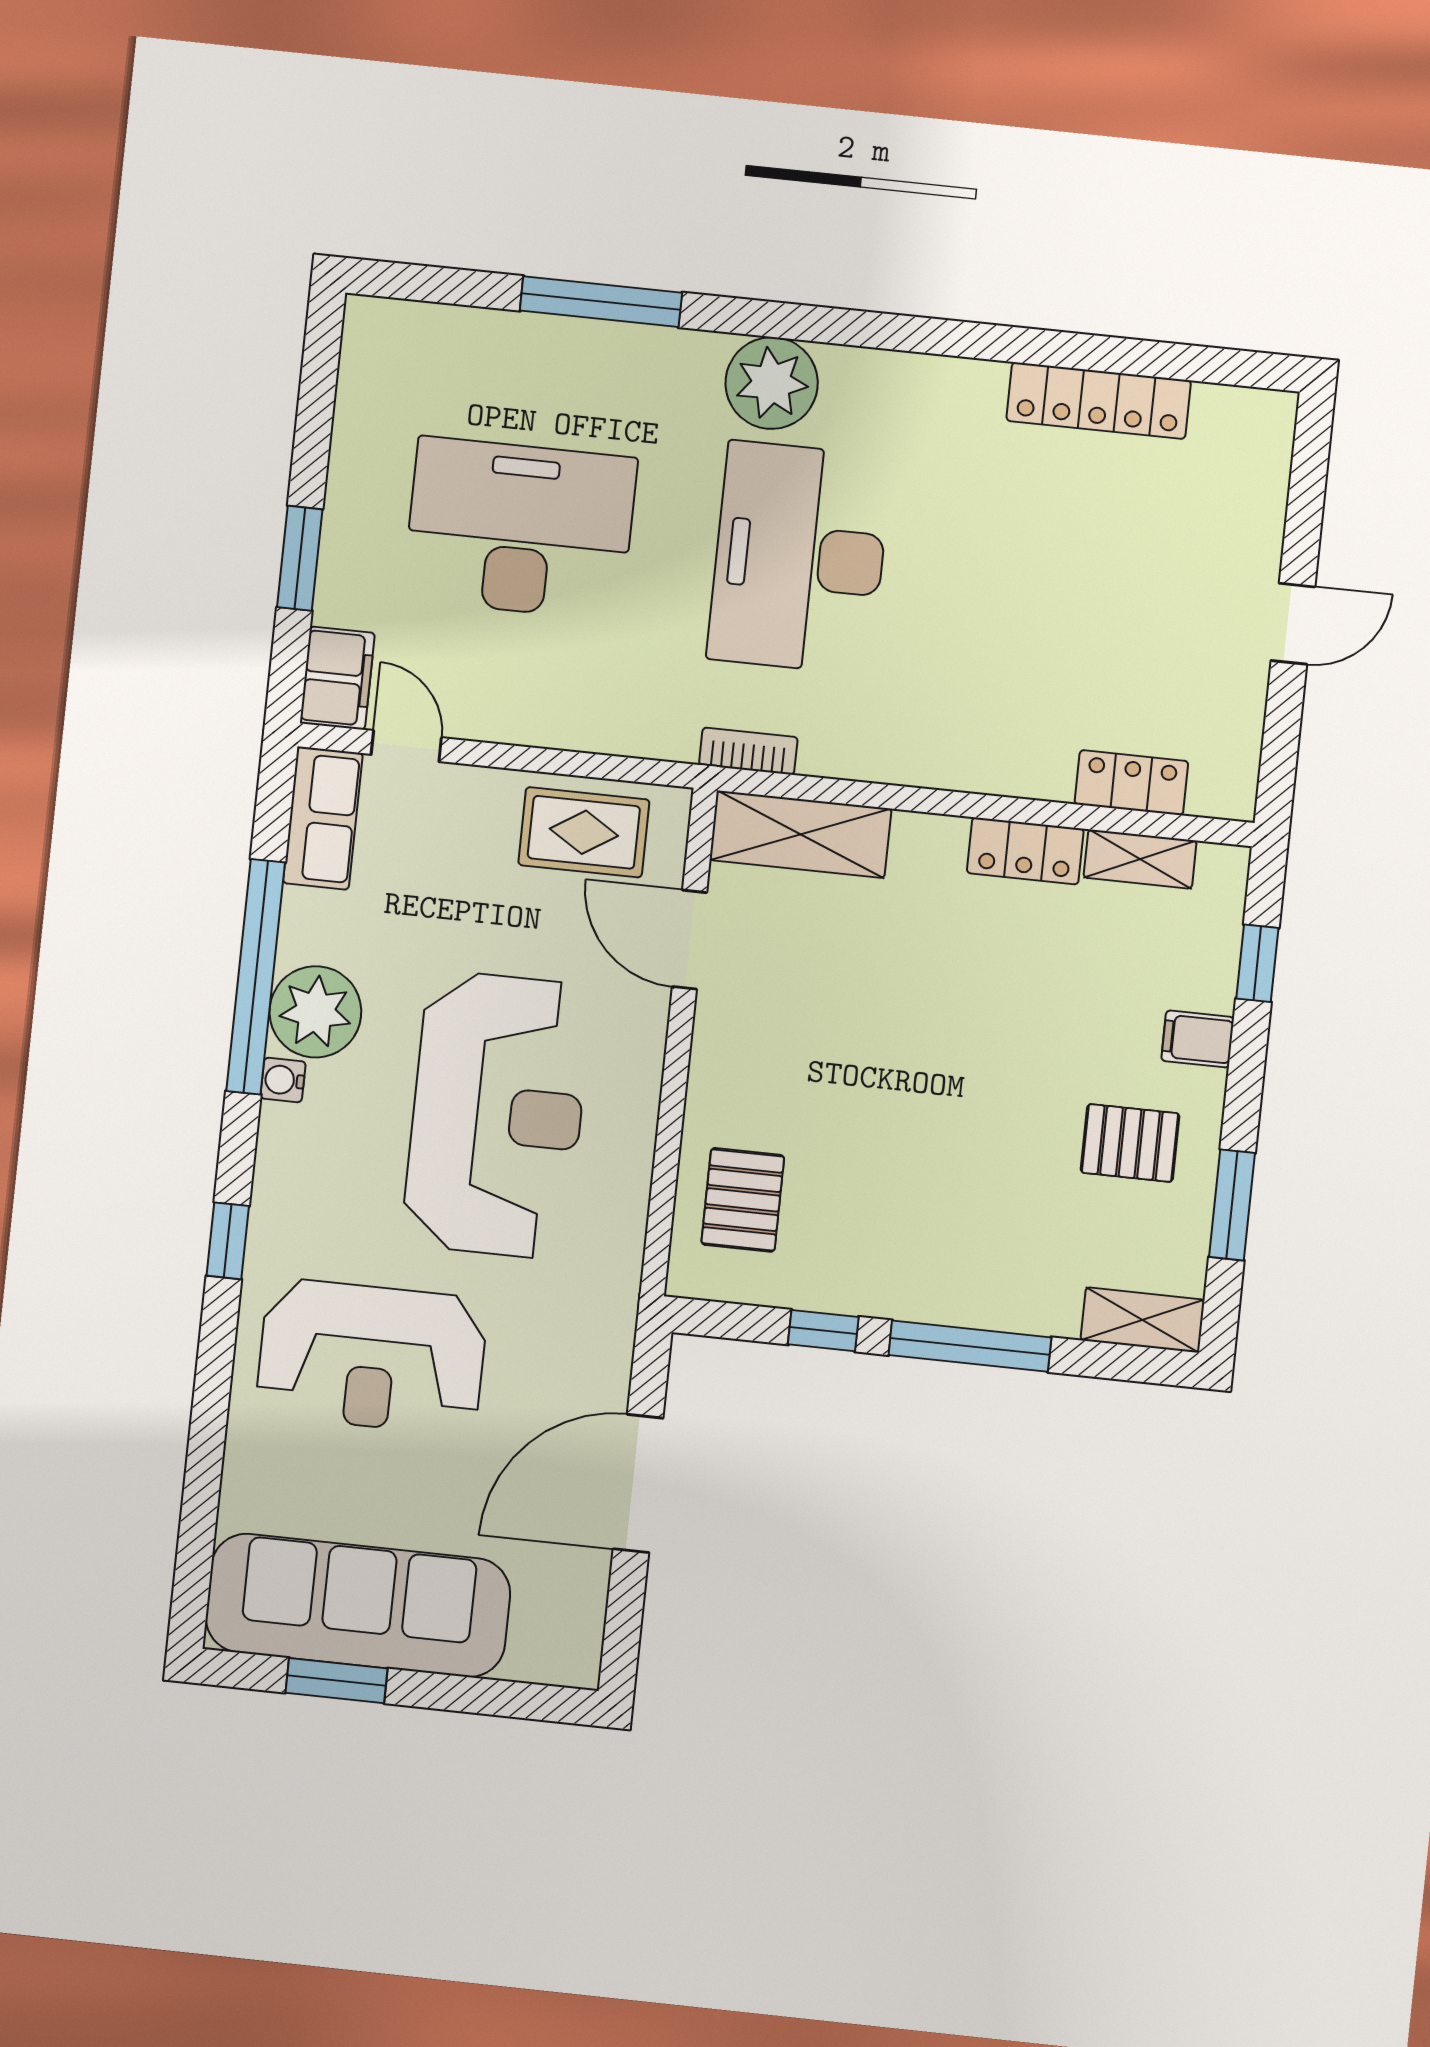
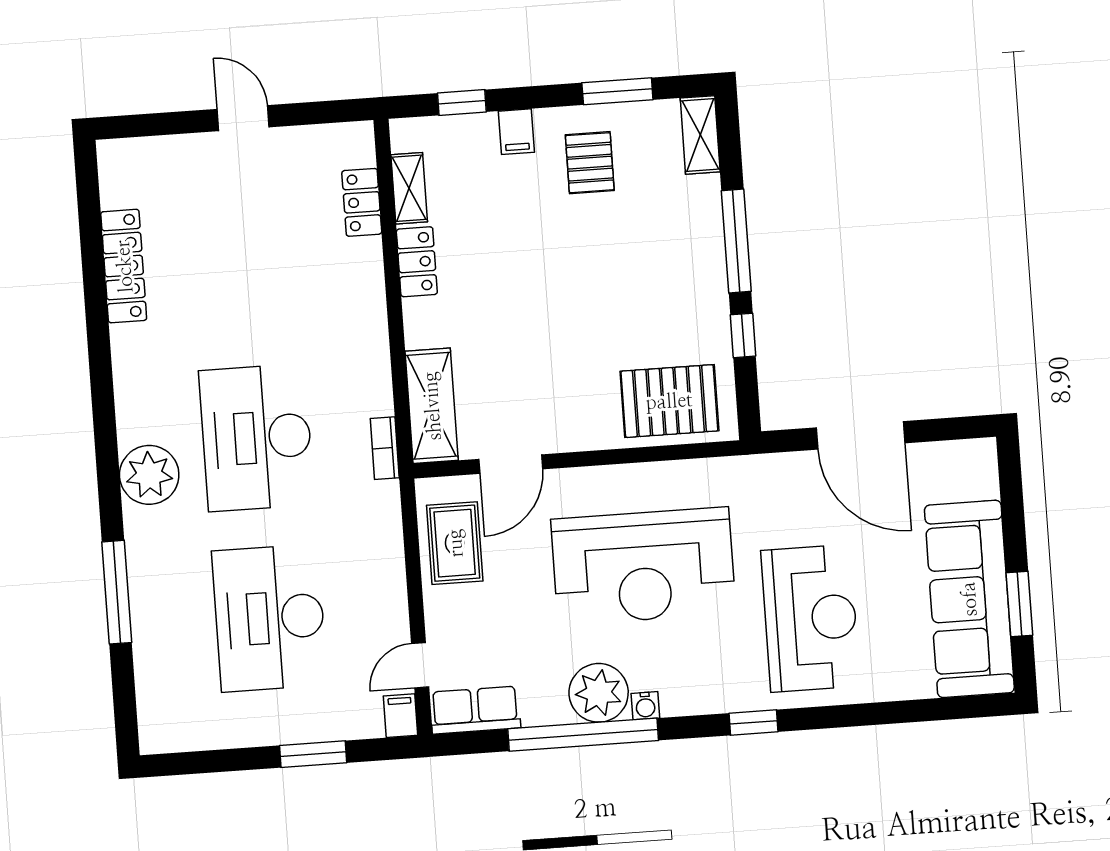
desk: (799, 558) -> (257, 438), turned 90
filing cabinet: (337, 678) -> (400, 716), width x0.50
reception desk: (497, 1115) -> (643, 566), turned 180
pallet: (743, 1200) -> (669, 401), width x1.50, depth x1.42

